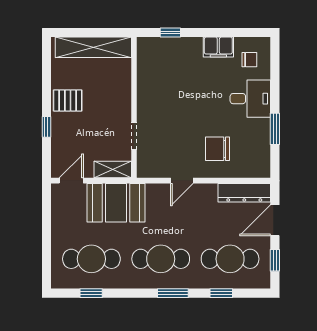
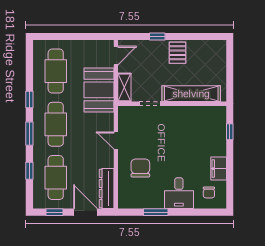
shelving: (93, 47) -> (191, 94), moved, turned 90
door: (71, 181) -> (116, 56), hinge flipped
window: (91, 293) -> (29, 100), moved

